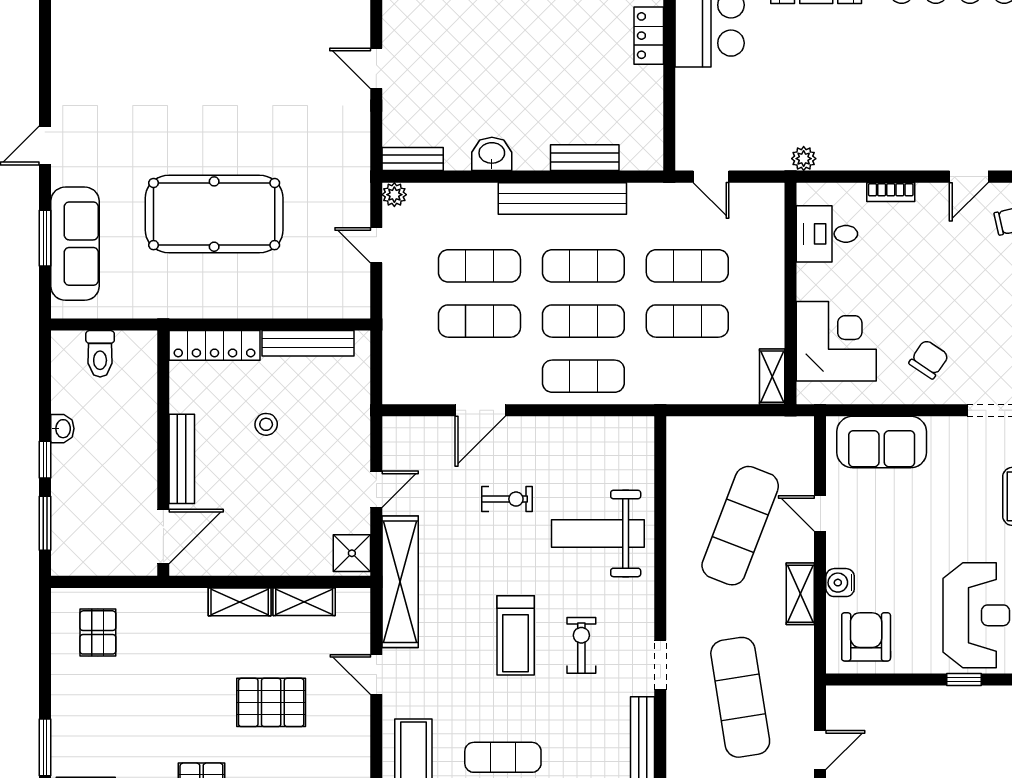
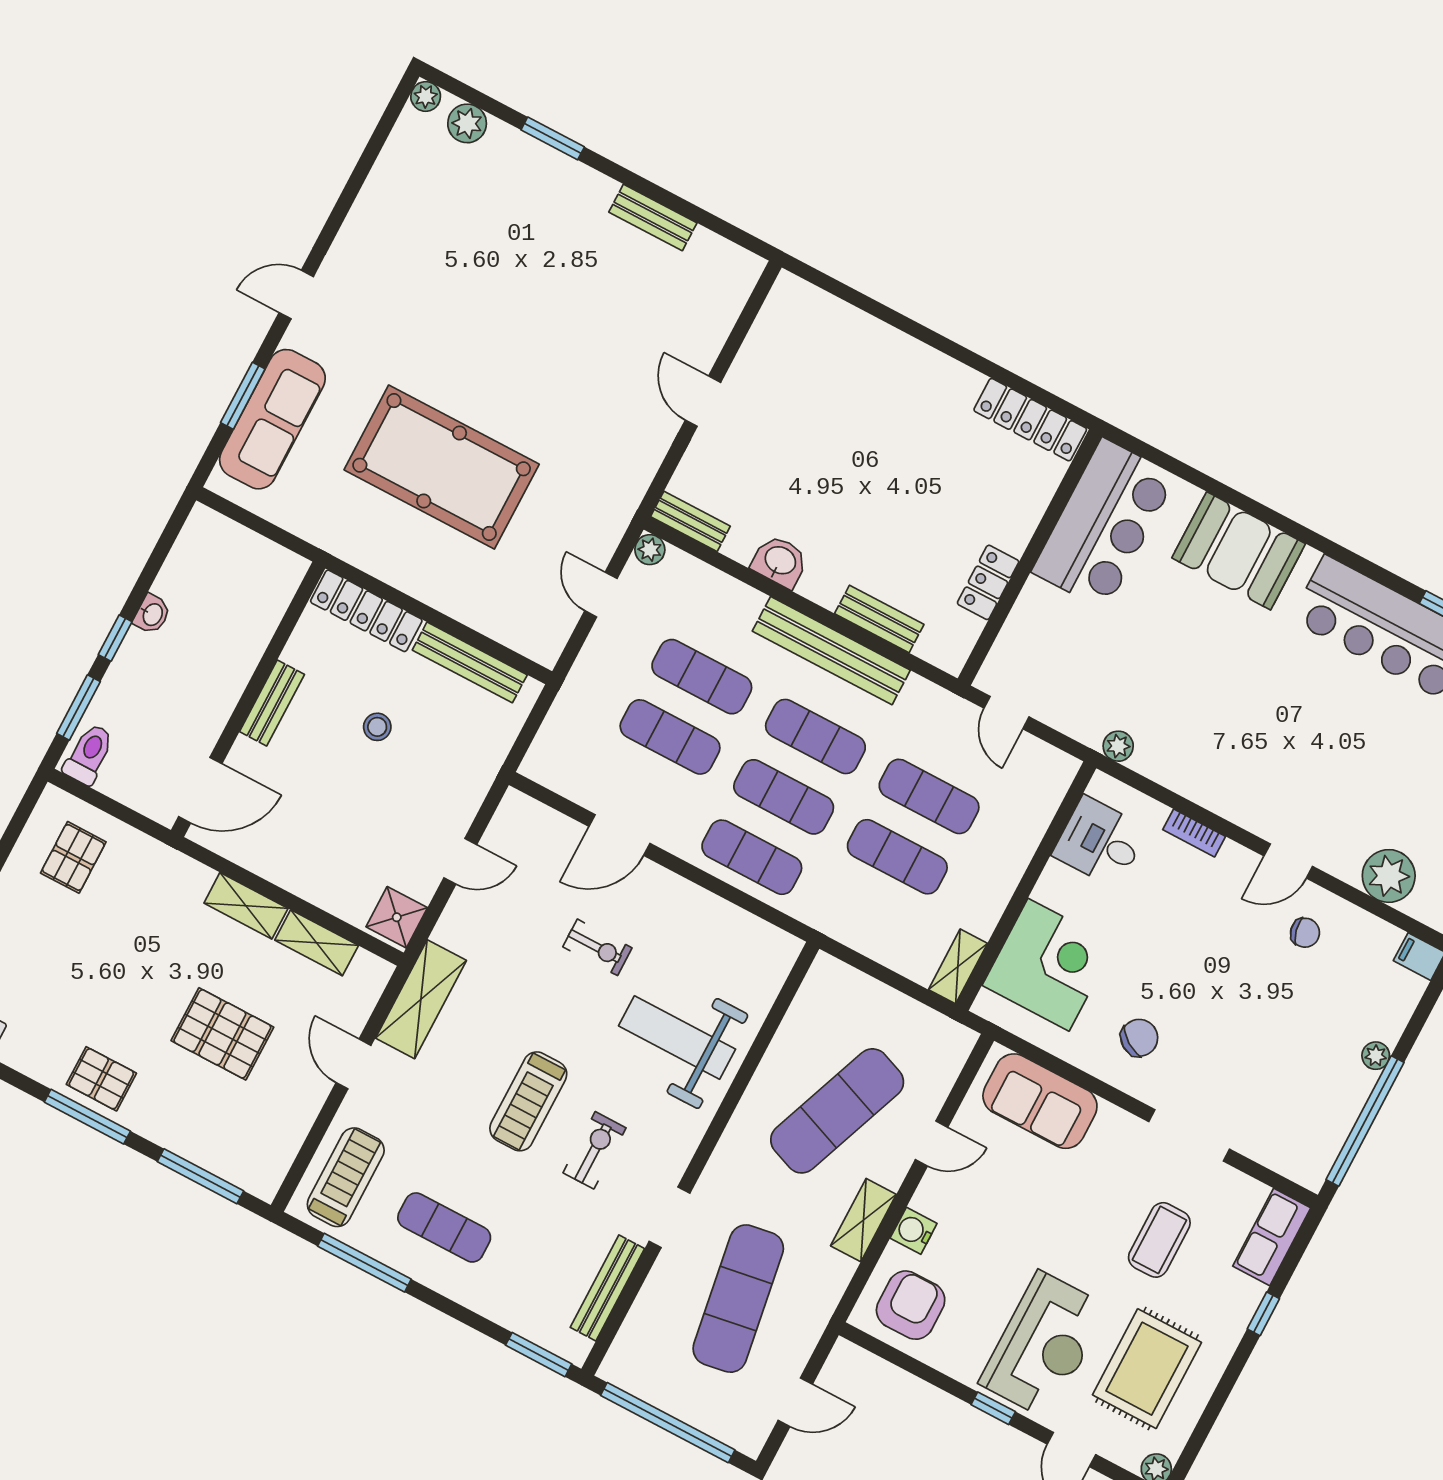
locker: (649, 36) -> (988, 582), moved
toilet: (100, 354) -> (89, 754), moved, turned 180
bench: (182, 459) -> (272, 703), width x0.73
door: (820, 513) -> (932, 1144), swing flipped
shelving: (400, 582) -> (421, 999), width x0.68

